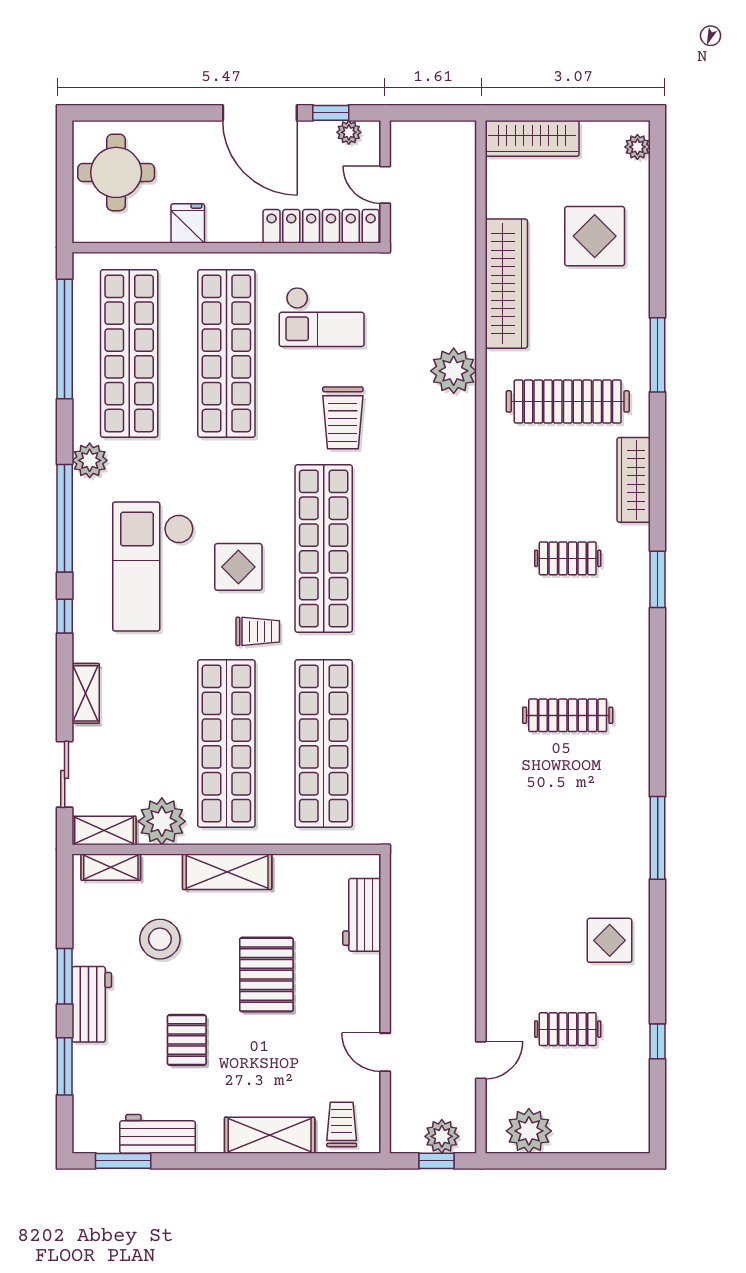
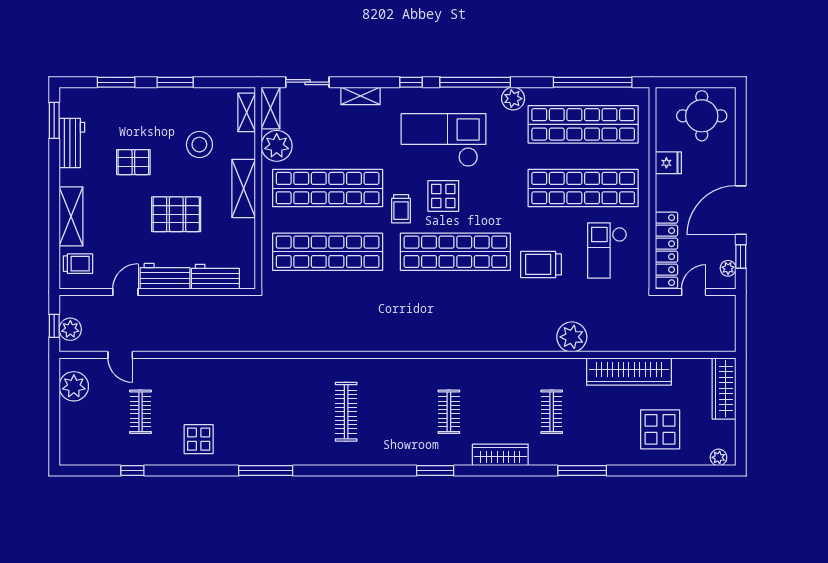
clothes rail: (568, 401) -> (552, 412), width x0.54, depth x0.76
workbench: (92, 1004) -> (165, 276), moved, turned 180

